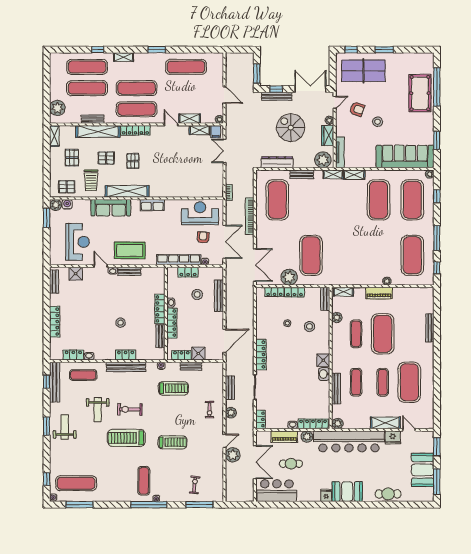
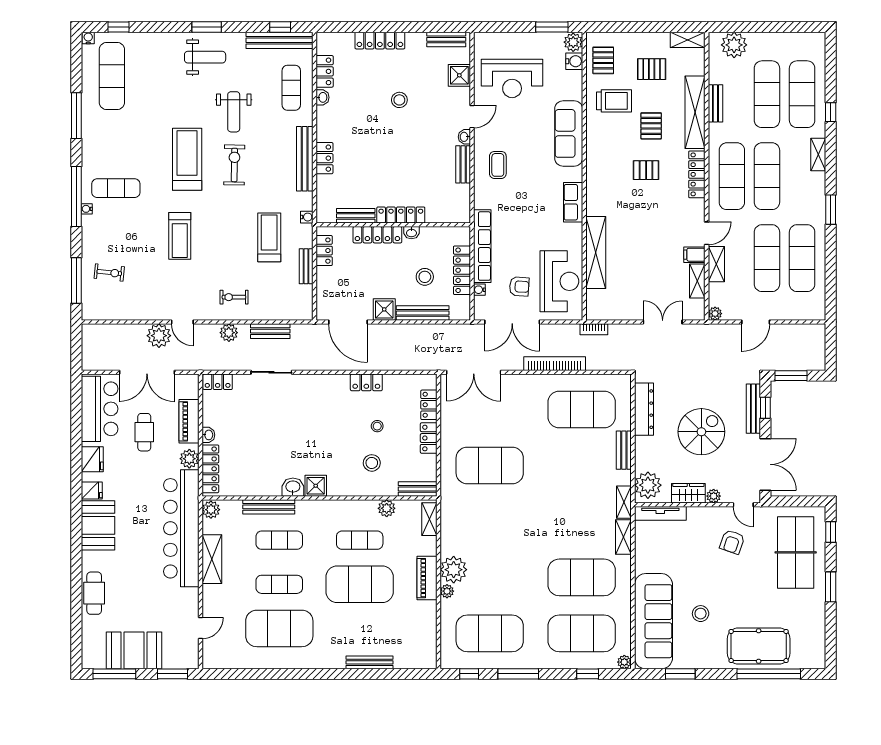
exercise mat: (186, 88) -> (767, 258), added
stool: (378, 122) -> (701, 614), moved
filing cabinet: (216, 132) -> (694, 255), moved
trolley: (91, 180) -> (614, 101), turned 180
shelving: (127, 191) -> (596, 253), moved
coffee table: (130, 250) -> (498, 165), width x0.54, depth x0.58
locker: (188, 272) -> (462, 270), width x1.53
plant: (289, 277) -> (454, 570), moved
stool: (121, 323) -> (399, 100), moved
shower: (198, 353) -> (384, 309), moved
locker: (261, 355) -> (366, 382), moved, width x0.66
treadmill: (173, 388) -> (269, 237), turned 180
weight bench: (98, 410) -> (234, 112), turned -90
shelving: (385, 423) -> (212, 559), moved
fridge: (393, 437) -> (92, 459), moved, turned 180
window: (79, 505) -> (76, 116), moved

